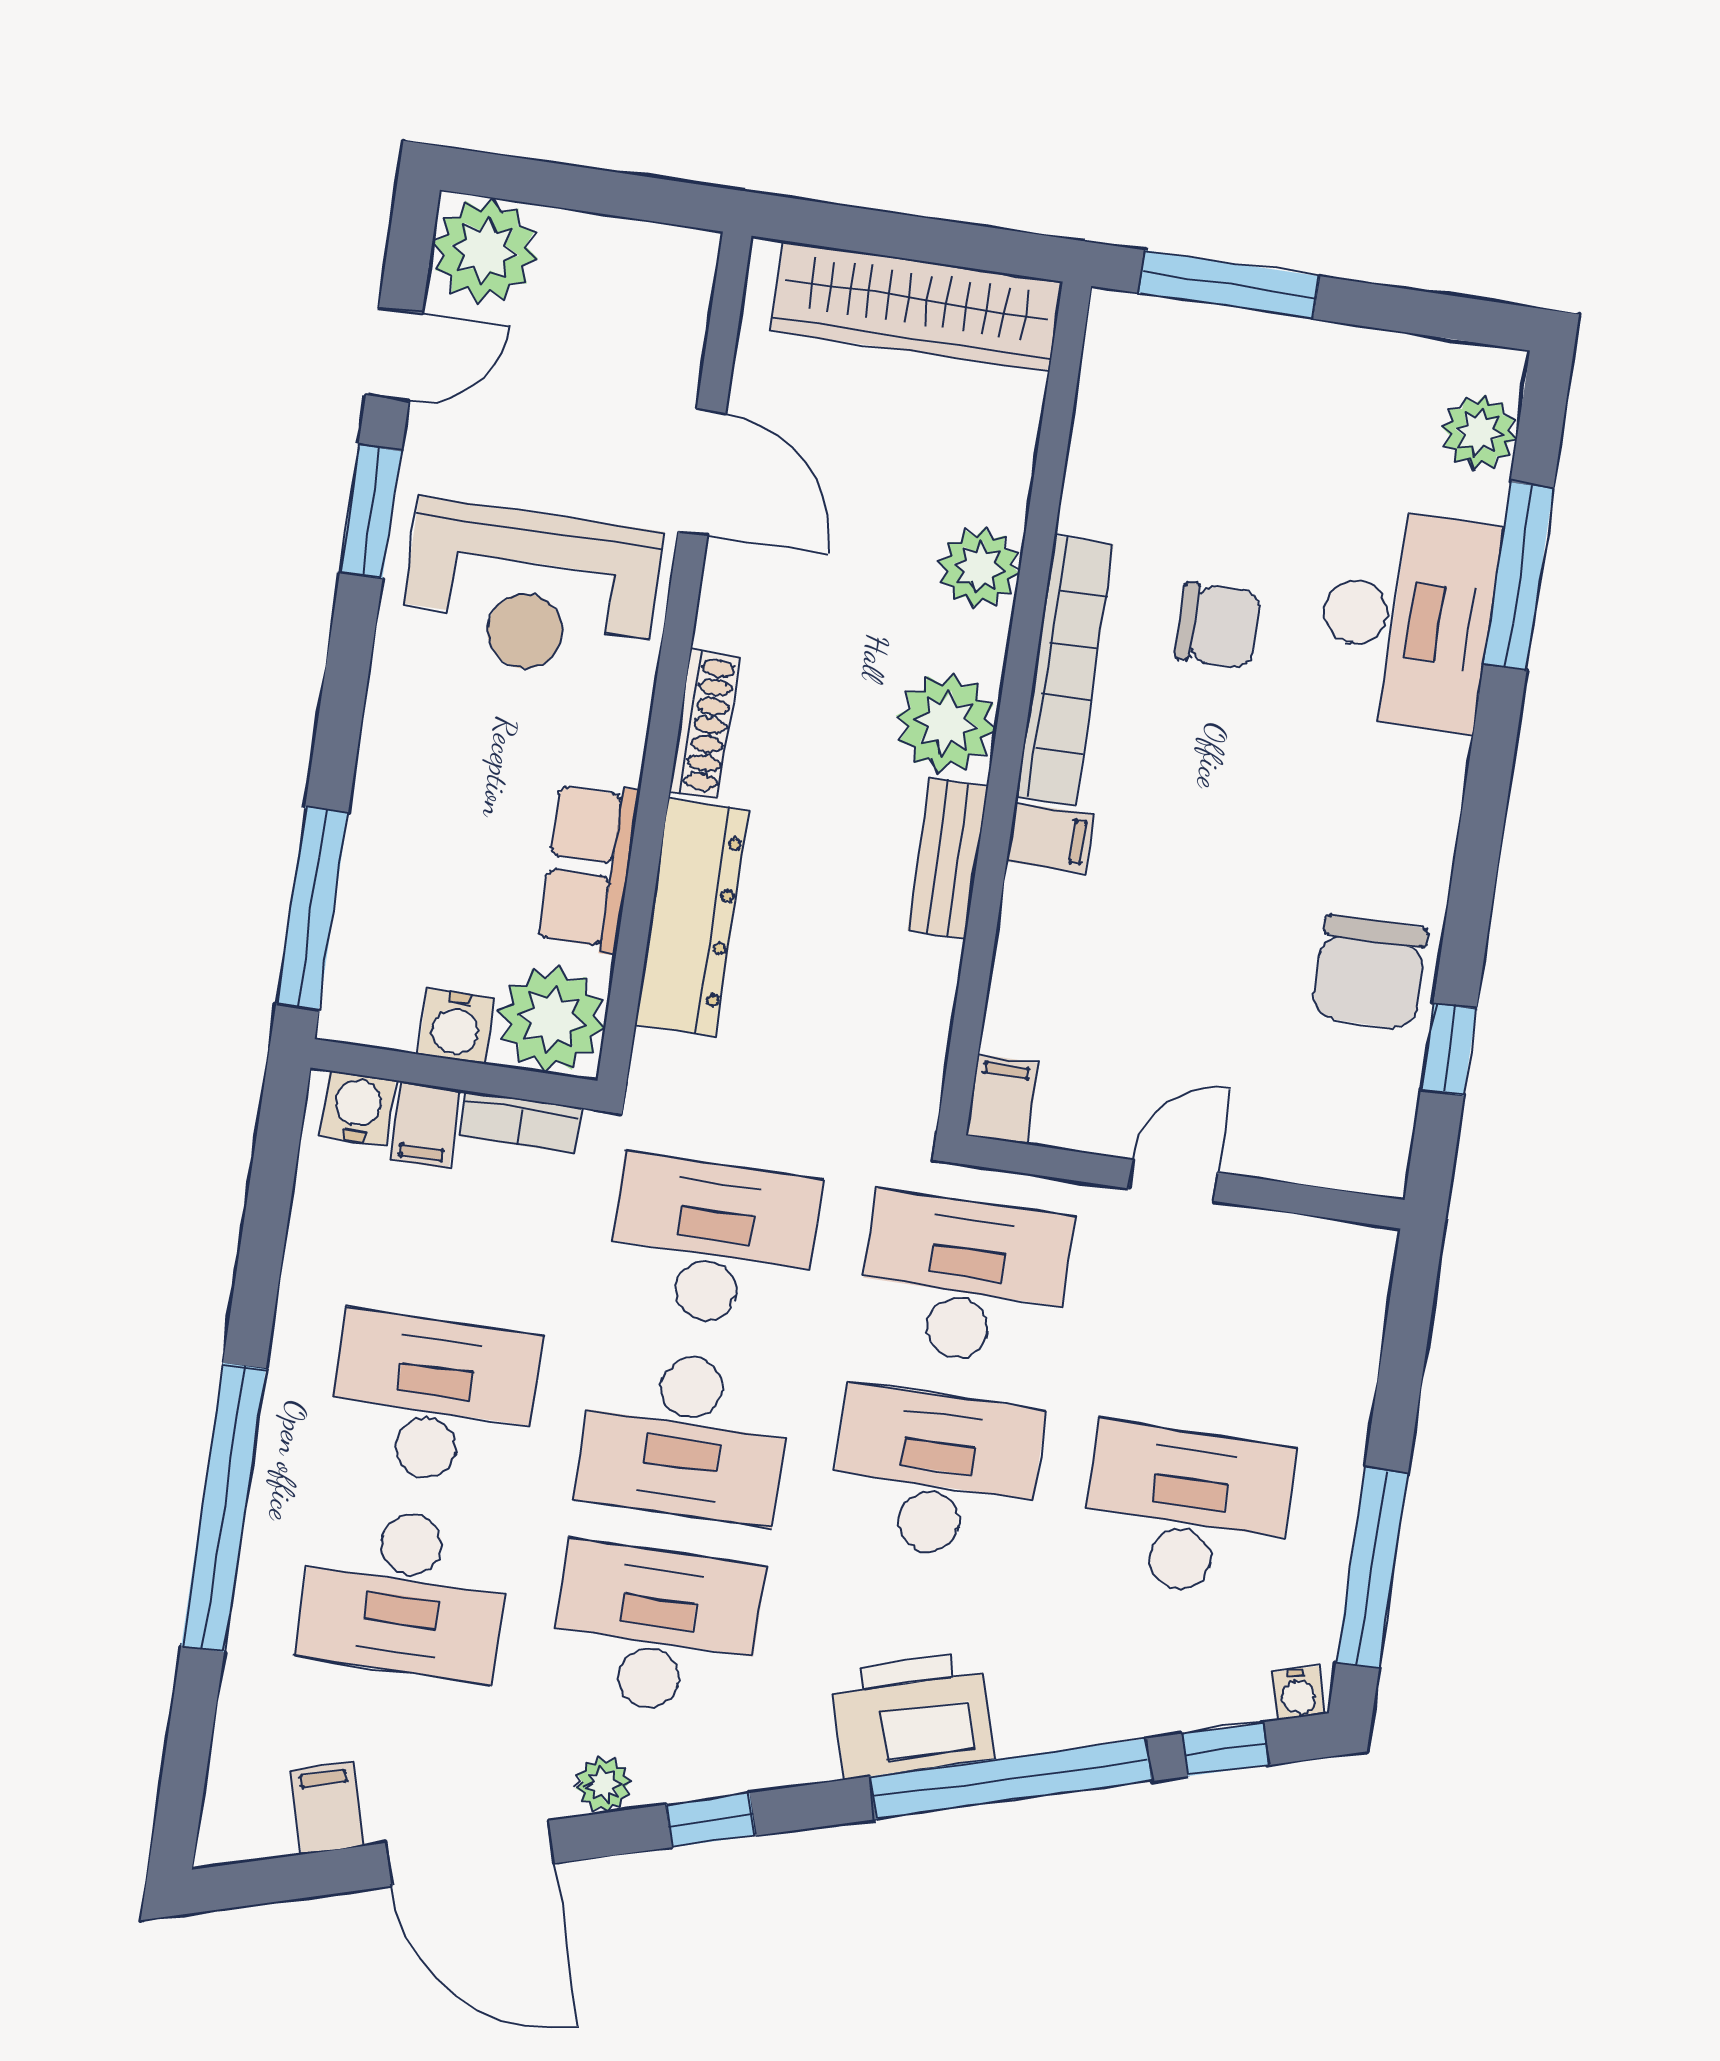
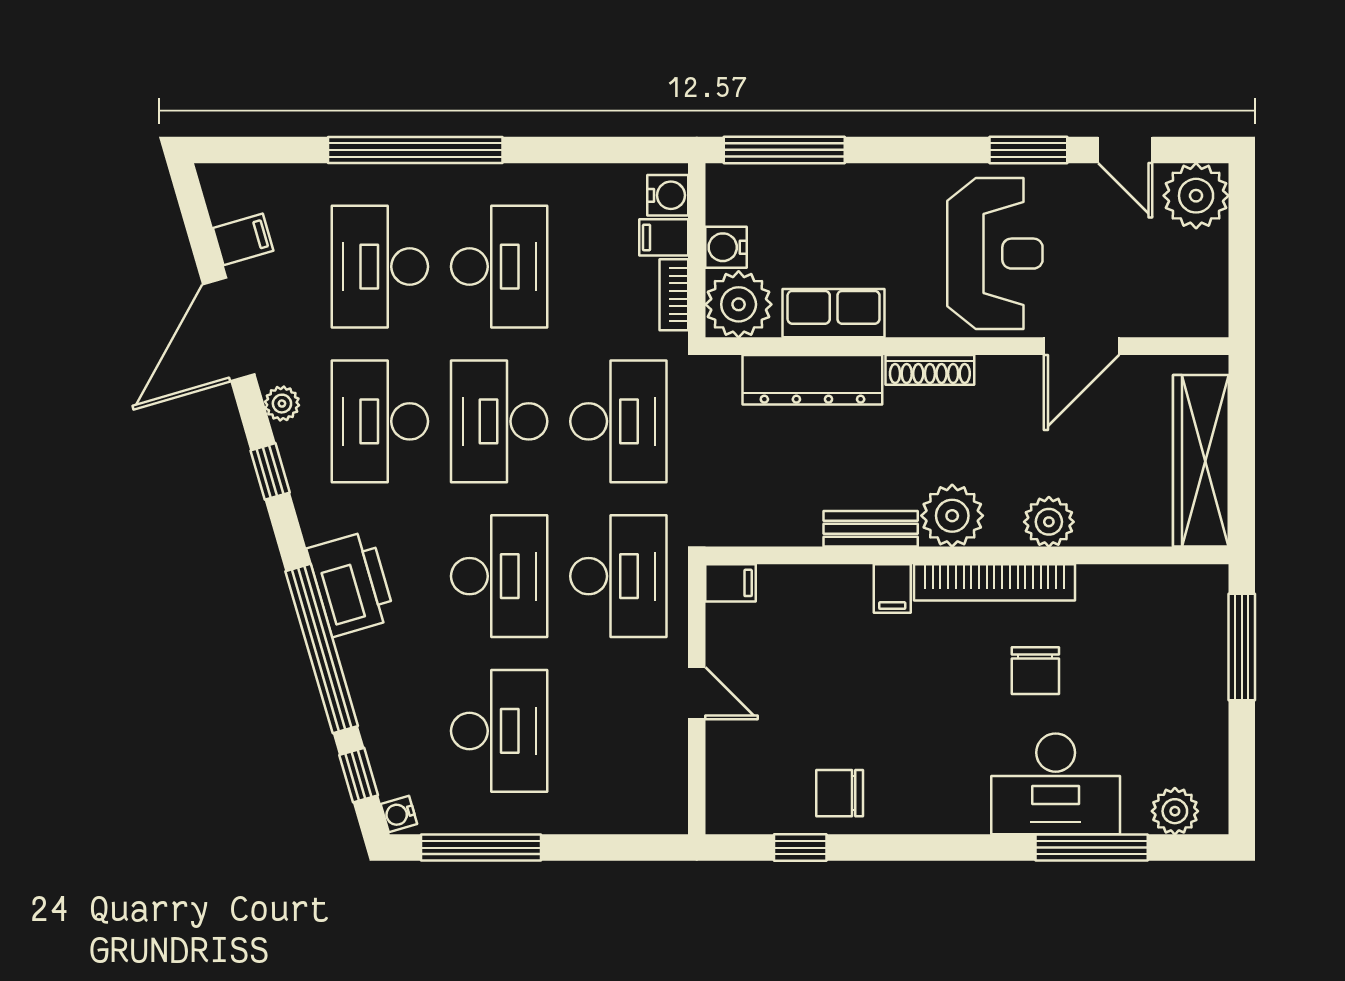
reception desk: (531, 591) -> (995, 254), turned 180
chair: (1370, 972) -> (840, 793), width x0.73, depth x0.73
desk: (656, 1630) -> (380, 421), turned 180

